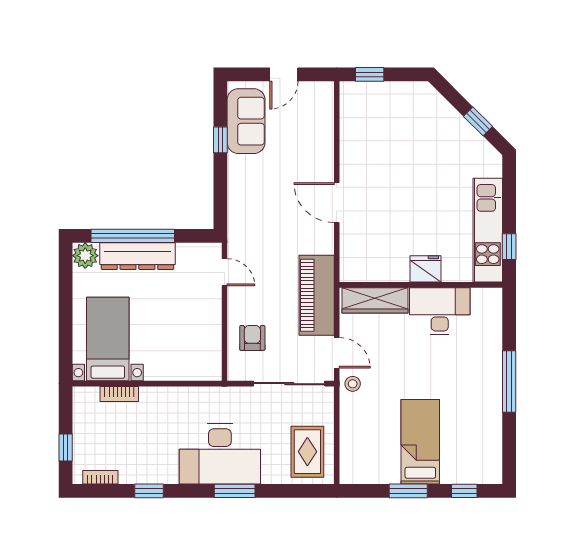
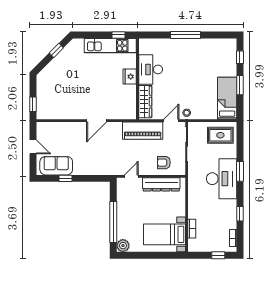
dresser: (137, 256) -> (161, 184), moved, turned 90
bed: (420, 442) -> (227, 98), moved, turned 90

